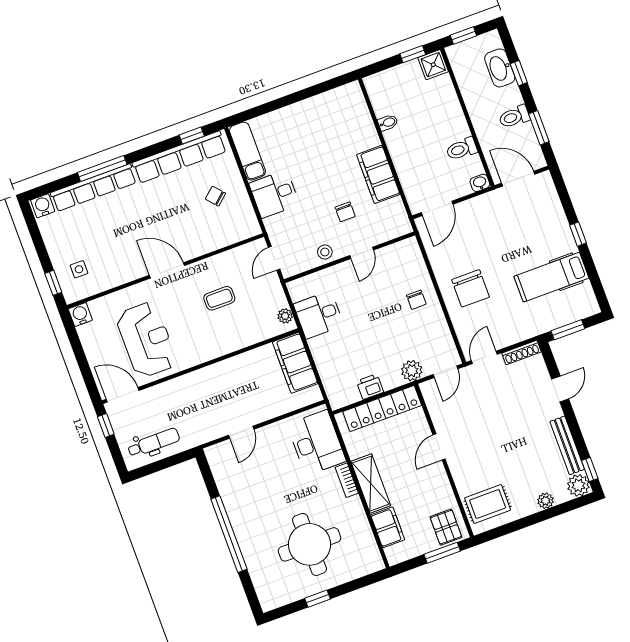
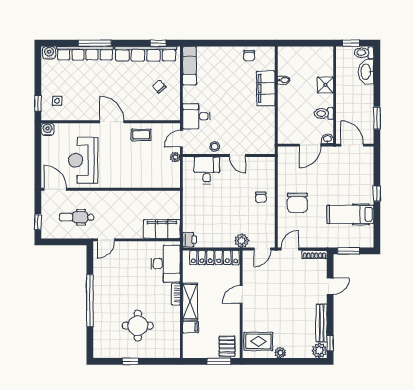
window: (413, 54) -> (315, 43), removed
shower: (433, 65) -> (325, 85), moved
window: (519, 73) -> (377, 79), removed
toilet: (514, 117) -> (364, 53), moved
filing cabinet: (378, 174) -> (266, 88), moved
desk: (274, 194) -> (196, 116), moved
door: (437, 208) -> (310, 145), moved
chair: (345, 212) -> (249, 56), moved
door: (362, 253) -> (237, 155), hinge flipped
coffee table: (219, 298) -> (141, 135), moved
desk: (319, 315) -> (207, 170), moved, turned 90
plant: (285, 316) -> (175, 157), moved
reception desk: (146, 340) -> (83, 160), turned 180
filing cabinet: (295, 363) -> (162, 229), moved, turned 90
printer: (370, 387) -> (189, 240), moved, turned 90
window: (106, 425) -> (38, 222), moved
door: (241, 432) -> (106, 240), moved
dental chair: (154, 443) -> (77, 217), moved, turned 180
plant: (546, 501) -> (280, 353), moved
filing cabinet: (388, 527) -> (191, 327), width x0.50
round table: (310, 544) -> (138, 326), width x0.73, depth x0.73

